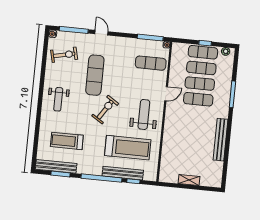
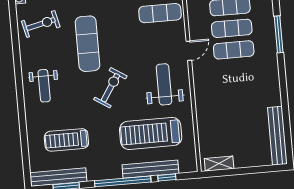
bench: (221, 140) -> (277, 136), moved
treadmill: (128, 148) -> (151, 133), turned 180
shelving: (189, 180) -> (219, 164), moved

